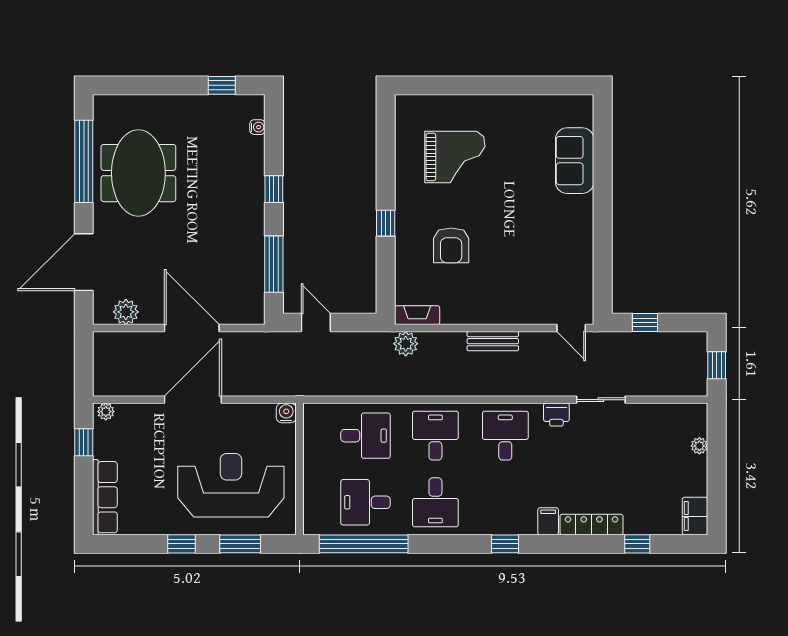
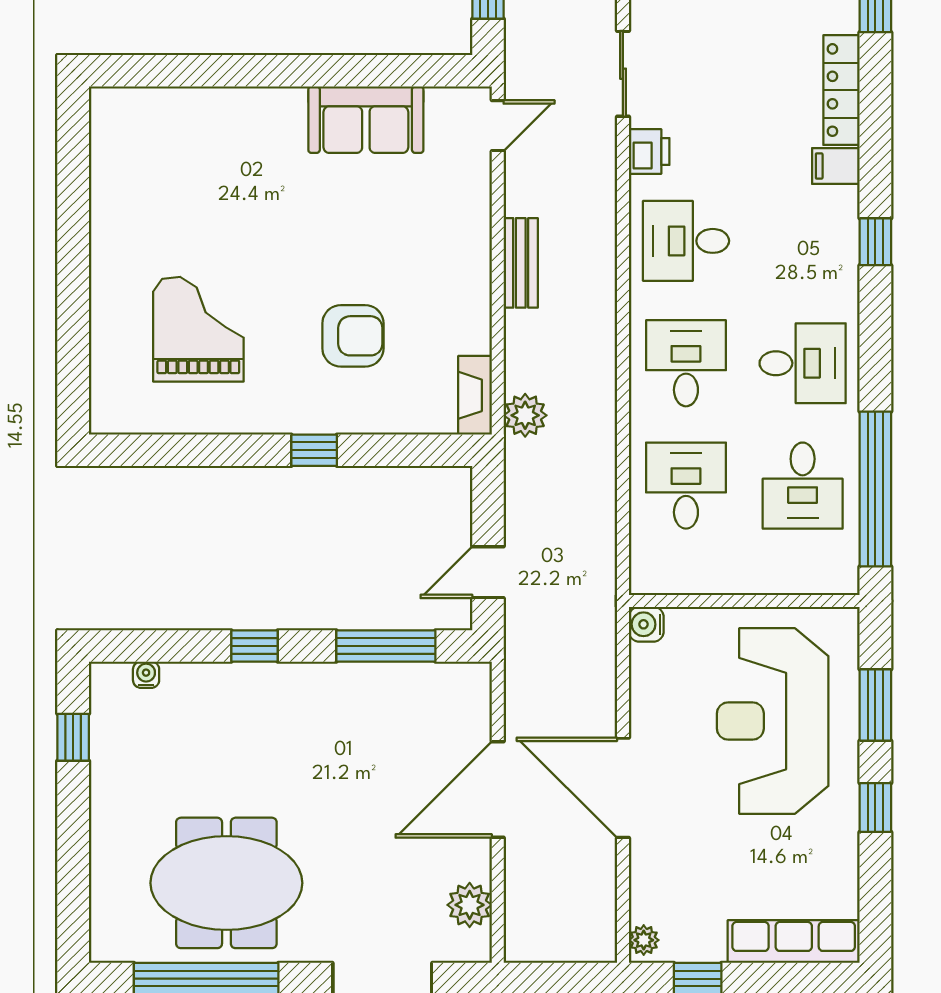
sofa: (575, 161) -> (366, 120), moved
desk: (435, 436) -> (686, 363), turned 90

